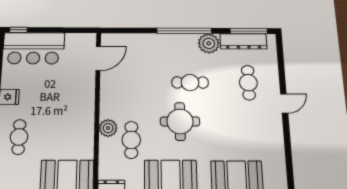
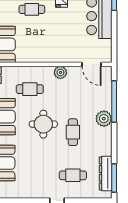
window: (184, 31) -> (114, 102), moved
plant: (209, 43) -> (104, 119), moved
plant: (108, 128) -> (60, 72), moved

